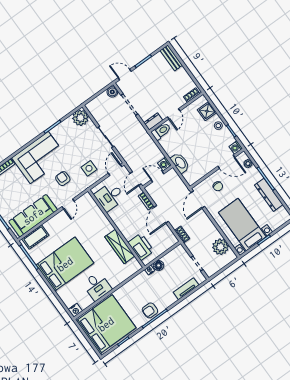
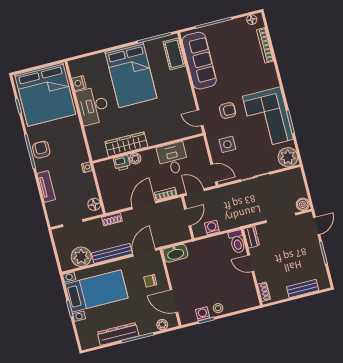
bench: (171, 58) -> (303, 289), moved
shower: (207, 111) -> (239, 302), removed
washing machine: (236, 147) -> (203, 314), moved
corner sofa: (39, 157) -> (268, 118), moved
door: (226, 162) -> (174, 301), hinge flipped
washbasin: (180, 163) -> (175, 253), moved
washing machine: (164, 164) -> (212, 227), moved
desk: (110, 196) -> (173, 158), moved
door: (198, 200) -> (144, 252), hinge flipped
door: (68, 204) -> (200, 118), moved
door: (161, 214) -> (144, 205), hinge flipped
bench: (208, 224) -> (112, 253), added
plant: (128, 235) -> (135, 159), added
printer: (141, 247) -> (122, 163), width x0.53, depth x0.68
floor lamp: (159, 265) -> (94, 204), moved
desk: (97, 286) -> (93, 106), width x1.37
tv unit: (186, 289) -> (46, 187), moved
nightstand: (75, 310) -> (79, 83), moved

